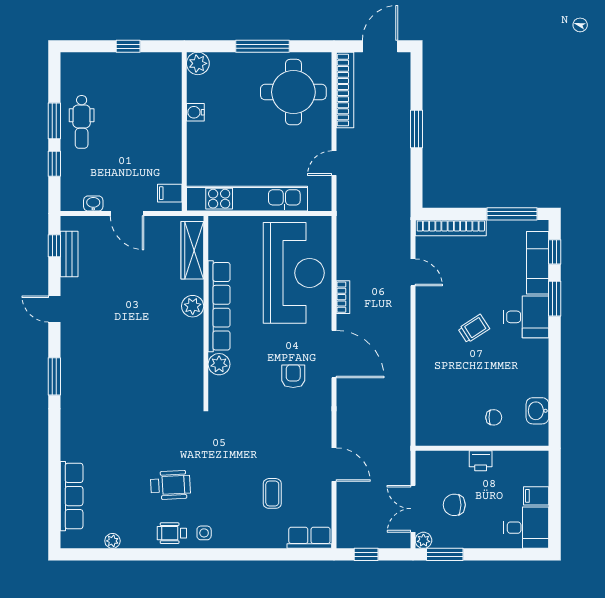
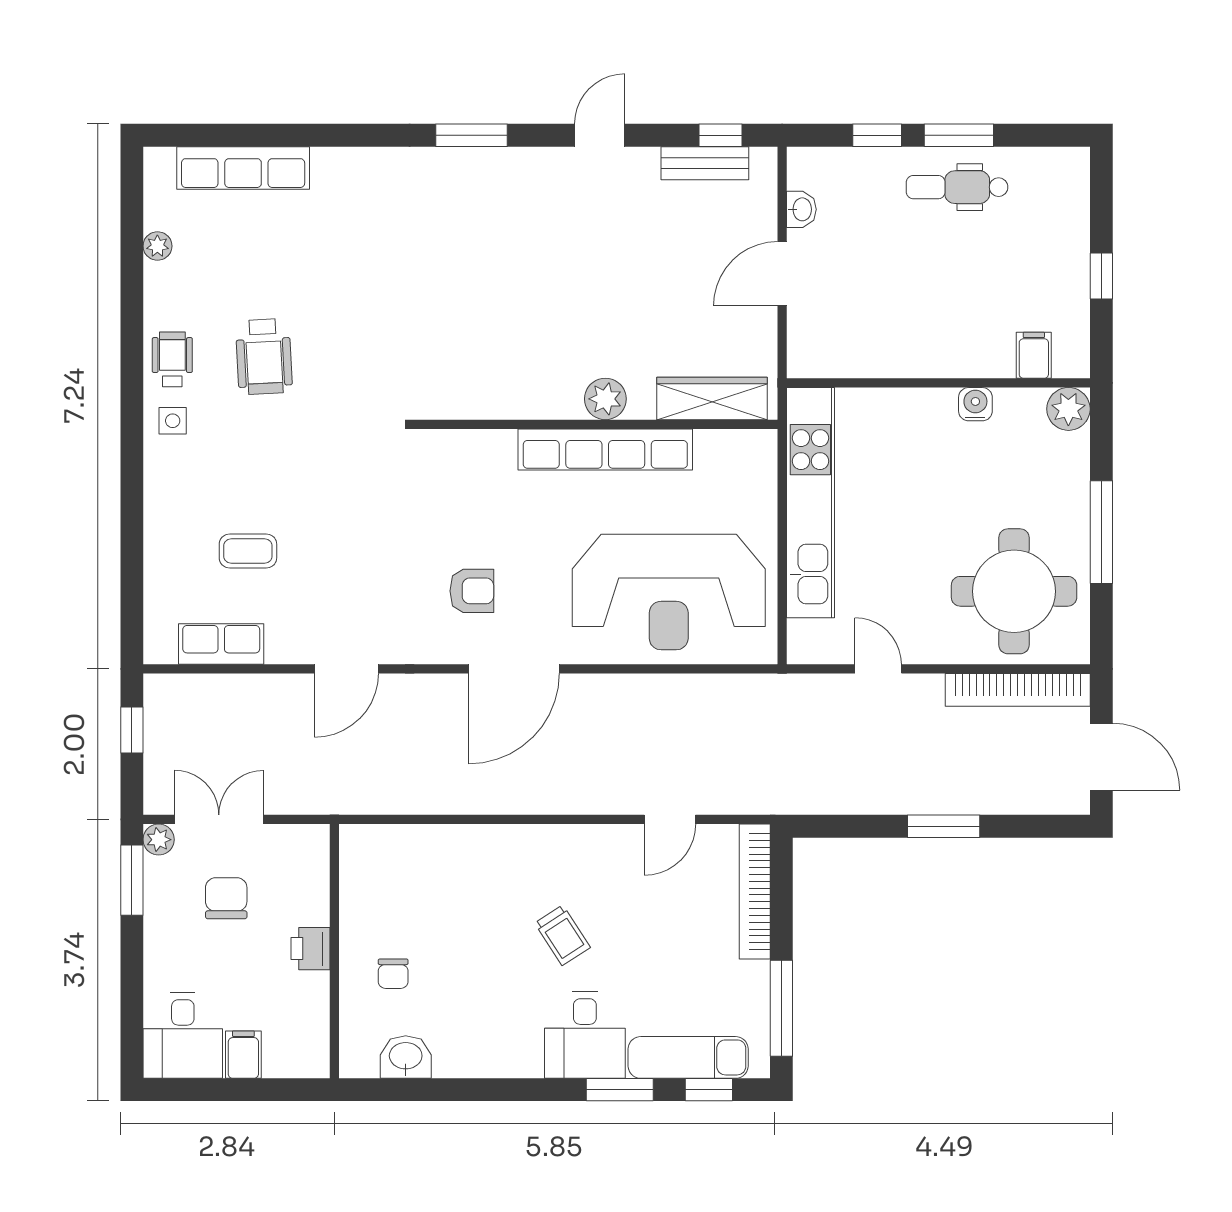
filing cabinet: (170, 193) -> (1034, 355), moved
bookcase: (343, 297) -> (623, 686), removed
plant: (219, 364) -> (495, 449), removed
door: (334, 465) -> (346, 669), moved
row of seats: (309, 538) -> (221, 644), moved, turned -90

